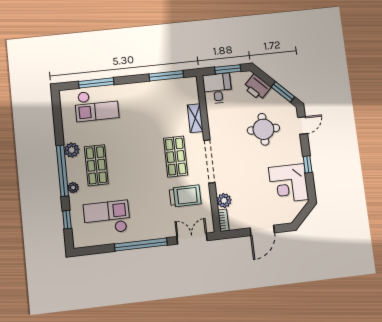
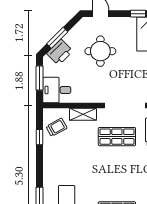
window: (166, 76) -> (40, 137), width x0.46
trolley: (178, 92) -> (57, 127), added
window: (283, 92) -> (57, 38), moved

